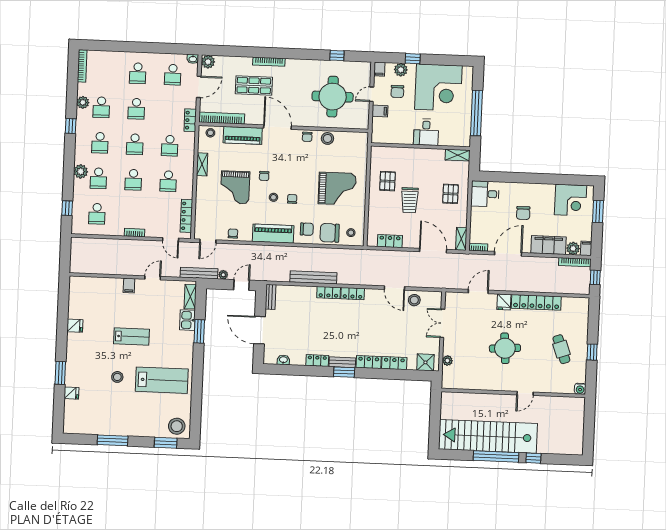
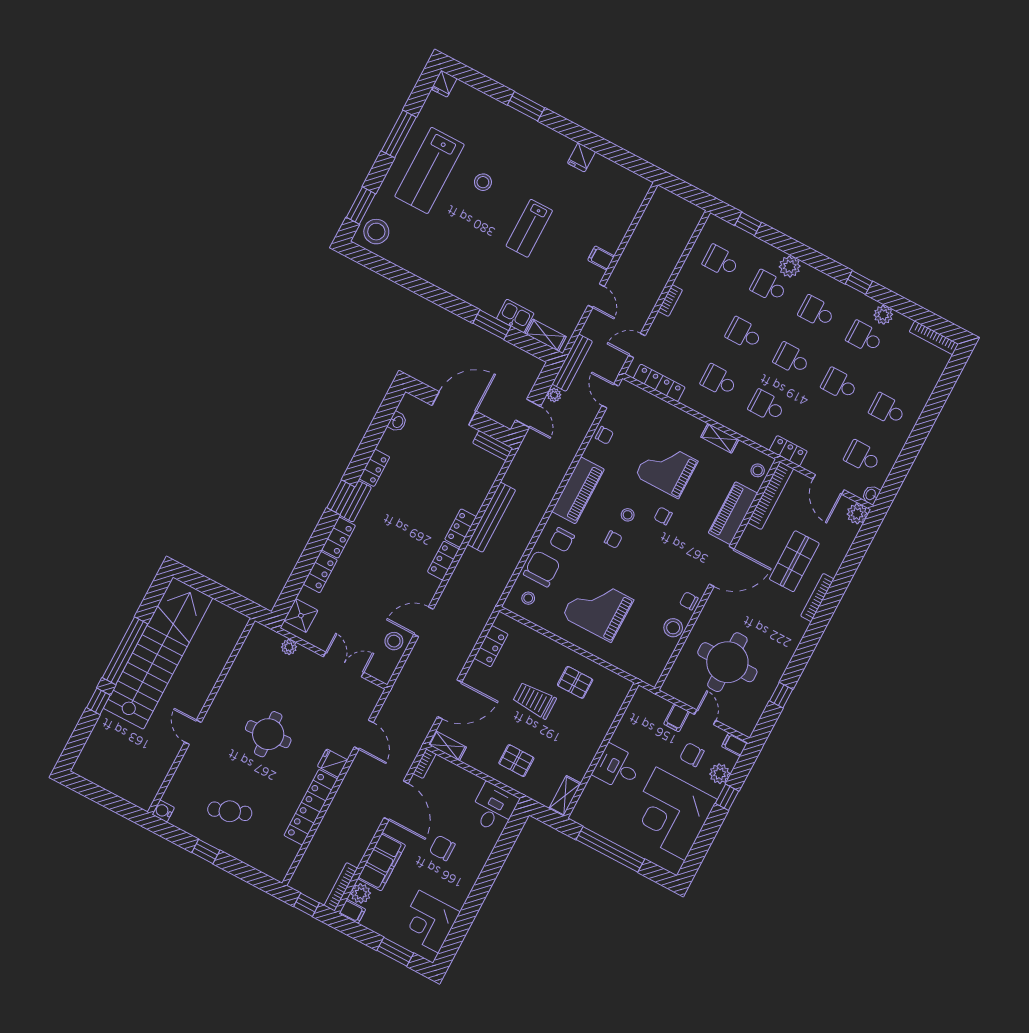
grand piano: (337, 189) -> (598, 608), turned 90
lab bench: (162, 380) -> (430, 170), moved
fridge: (71, 393) -> (444, 84), moved

